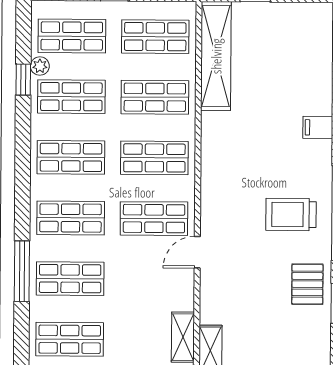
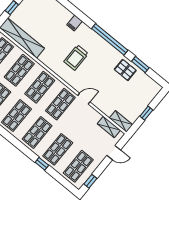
trolley: (291, 214) -> (76, 58), moved
door: (197, 252) -> (84, 99), swing flipped
window: (22, 271) -> (42, 164), width x0.46

